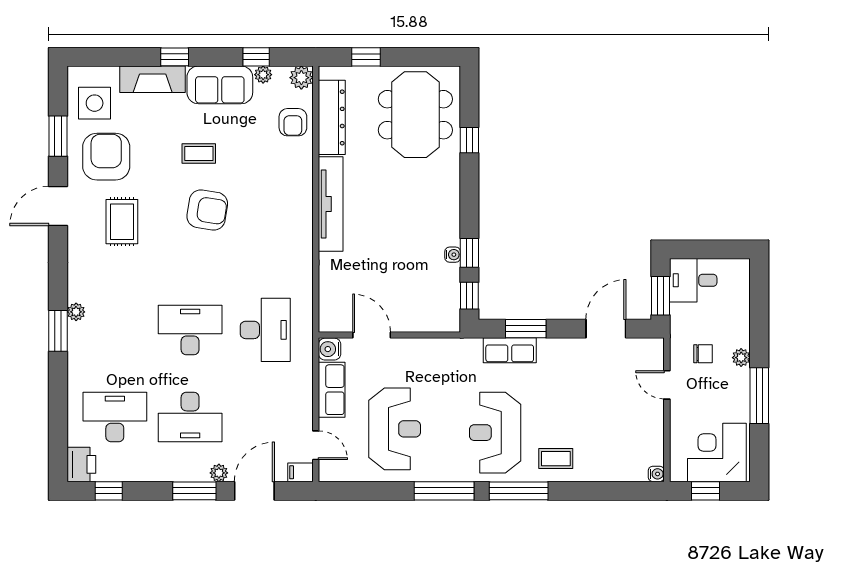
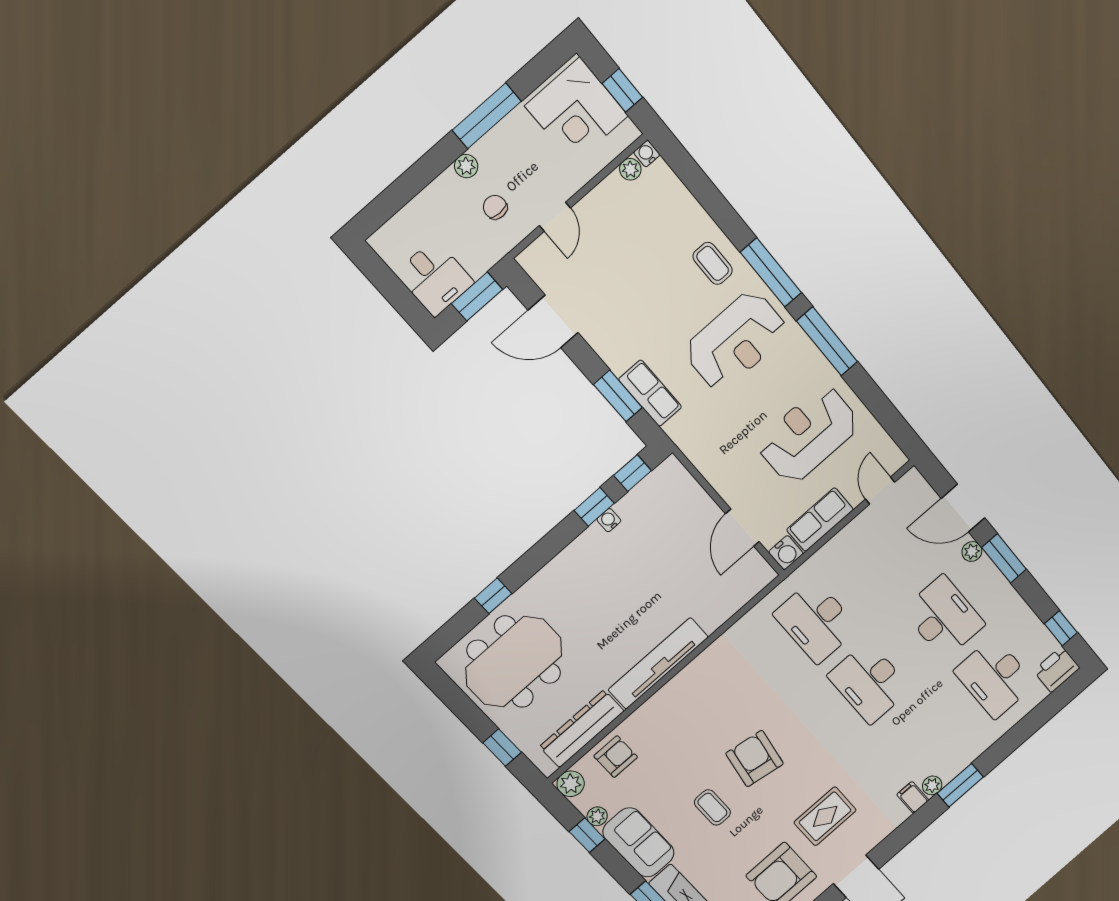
desk: (265, 330) -> (816, 621), turned -90
plant: (656, 456) -> (630, 169), added
filing cabinet: (300, 472) -> (913, 797), moved, turned 180

